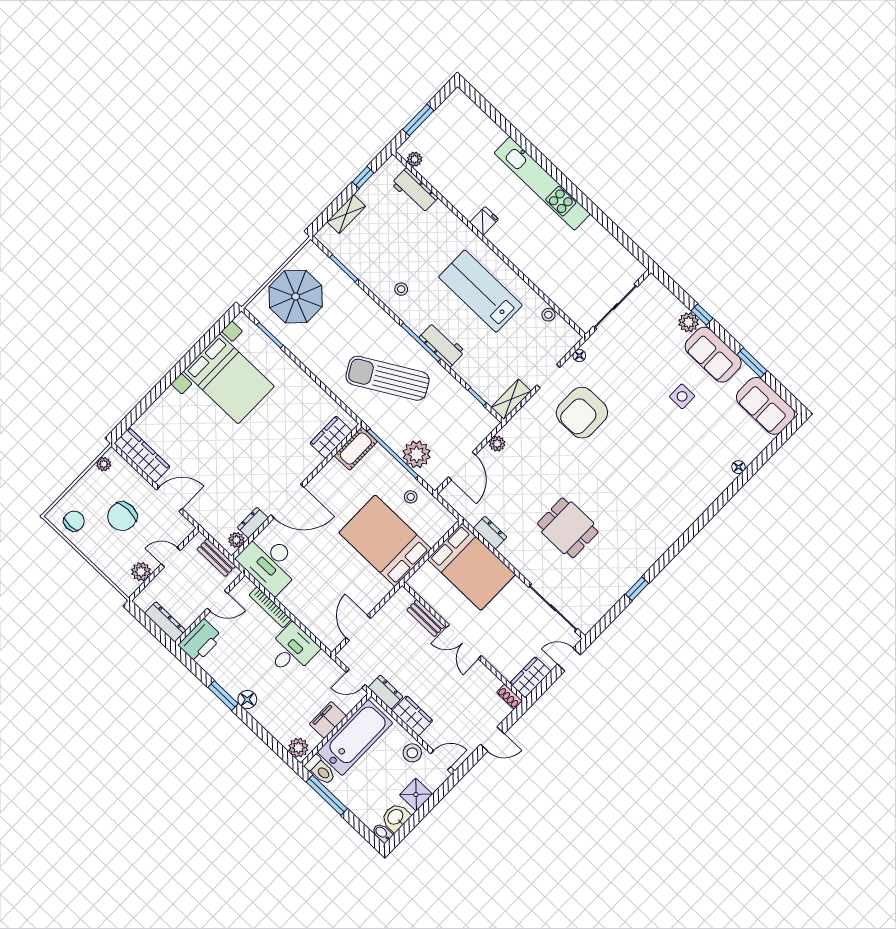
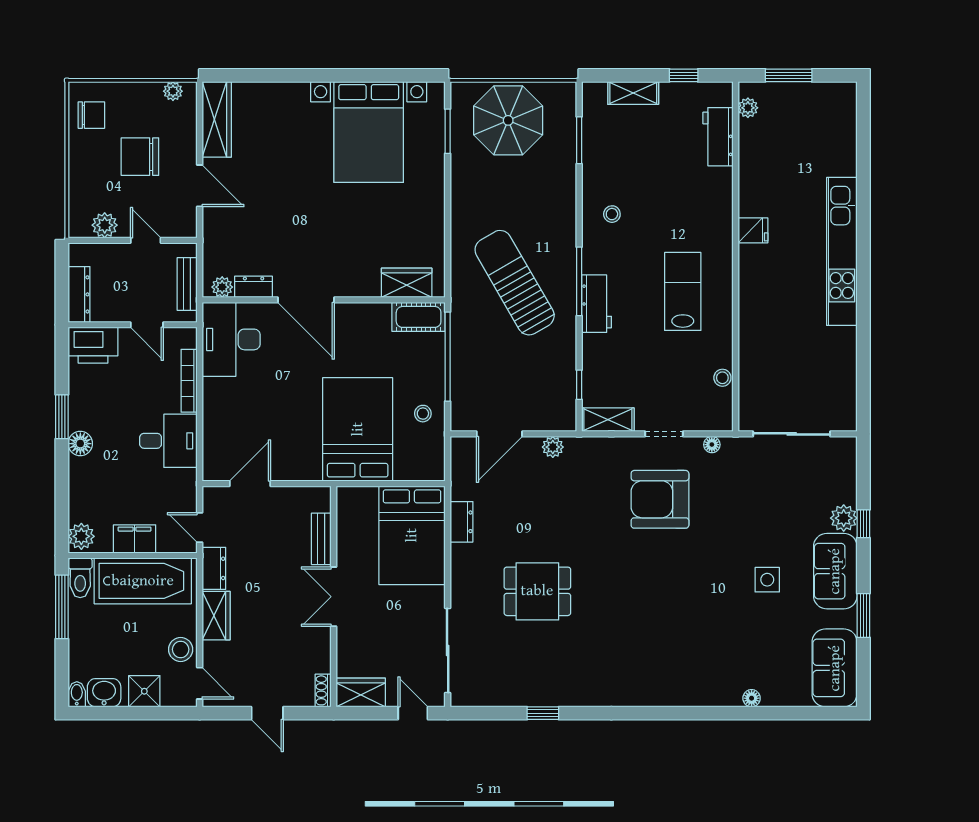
lab bench: (481, 291) -> (683, 291), width x0.73, depth x0.72
plant: (417, 454) -> (469, 380), removed
dining table: (568, 528) -> (537, 591), turned 90

